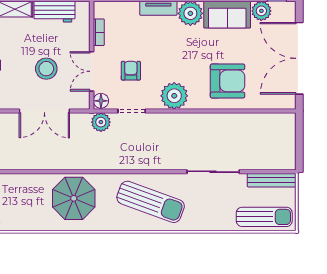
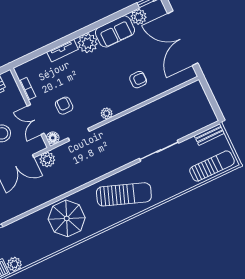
armchair: (227, 81) -> (138, 80), width x0.53, depth x0.53
plant: (174, 96) -> (107, 113), width x0.53, depth x0.53
plant: (101, 122) -> (47, 160), moved
bench: (272, 180) -> (209, 134), width x0.73

